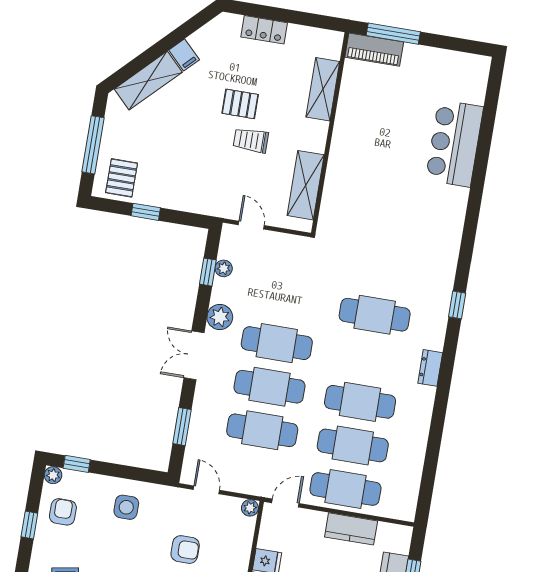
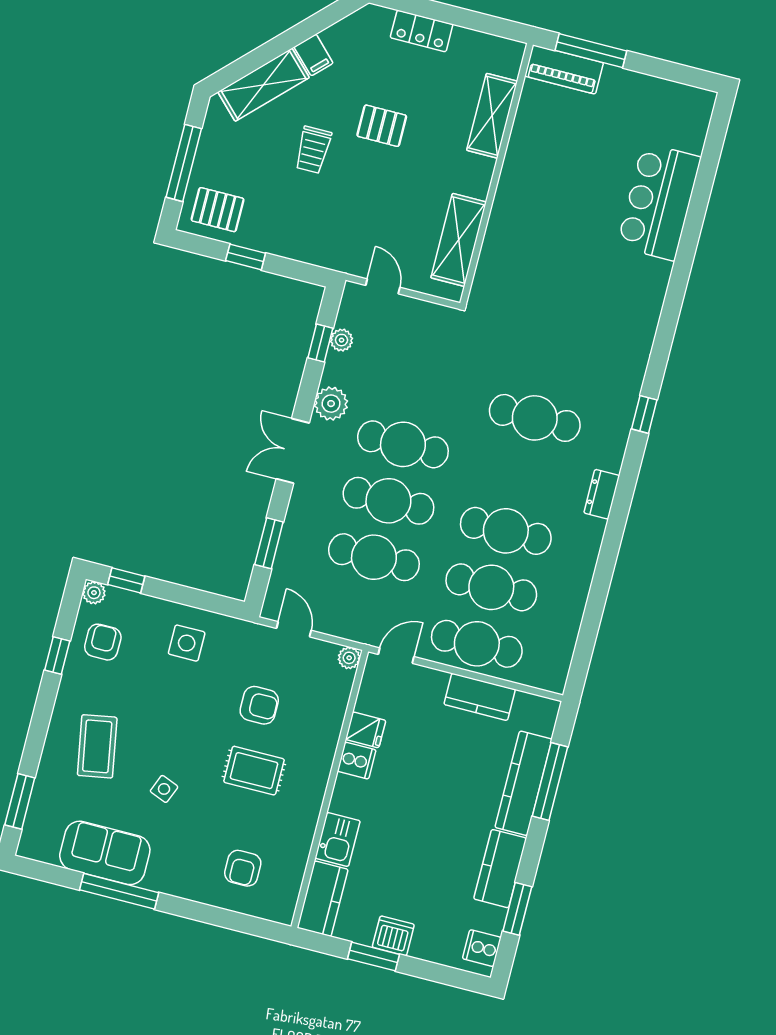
trolley: (251, 140) -> (313, 150), moved, turned -90
pallet: (122, 178) -> (218, 210), turned 90

